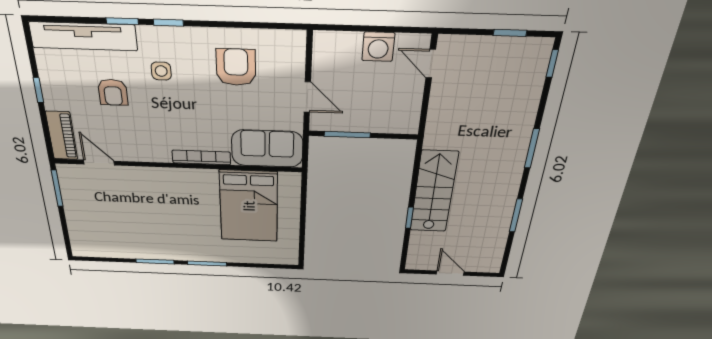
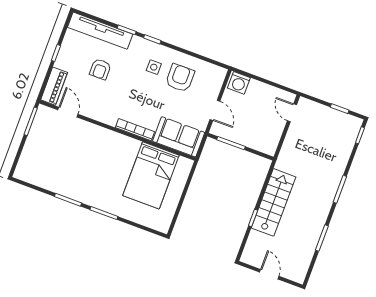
washing machine: (378, 47) -> (239, 83), moved
side table: (161, 71) -> (154, 67), moved

